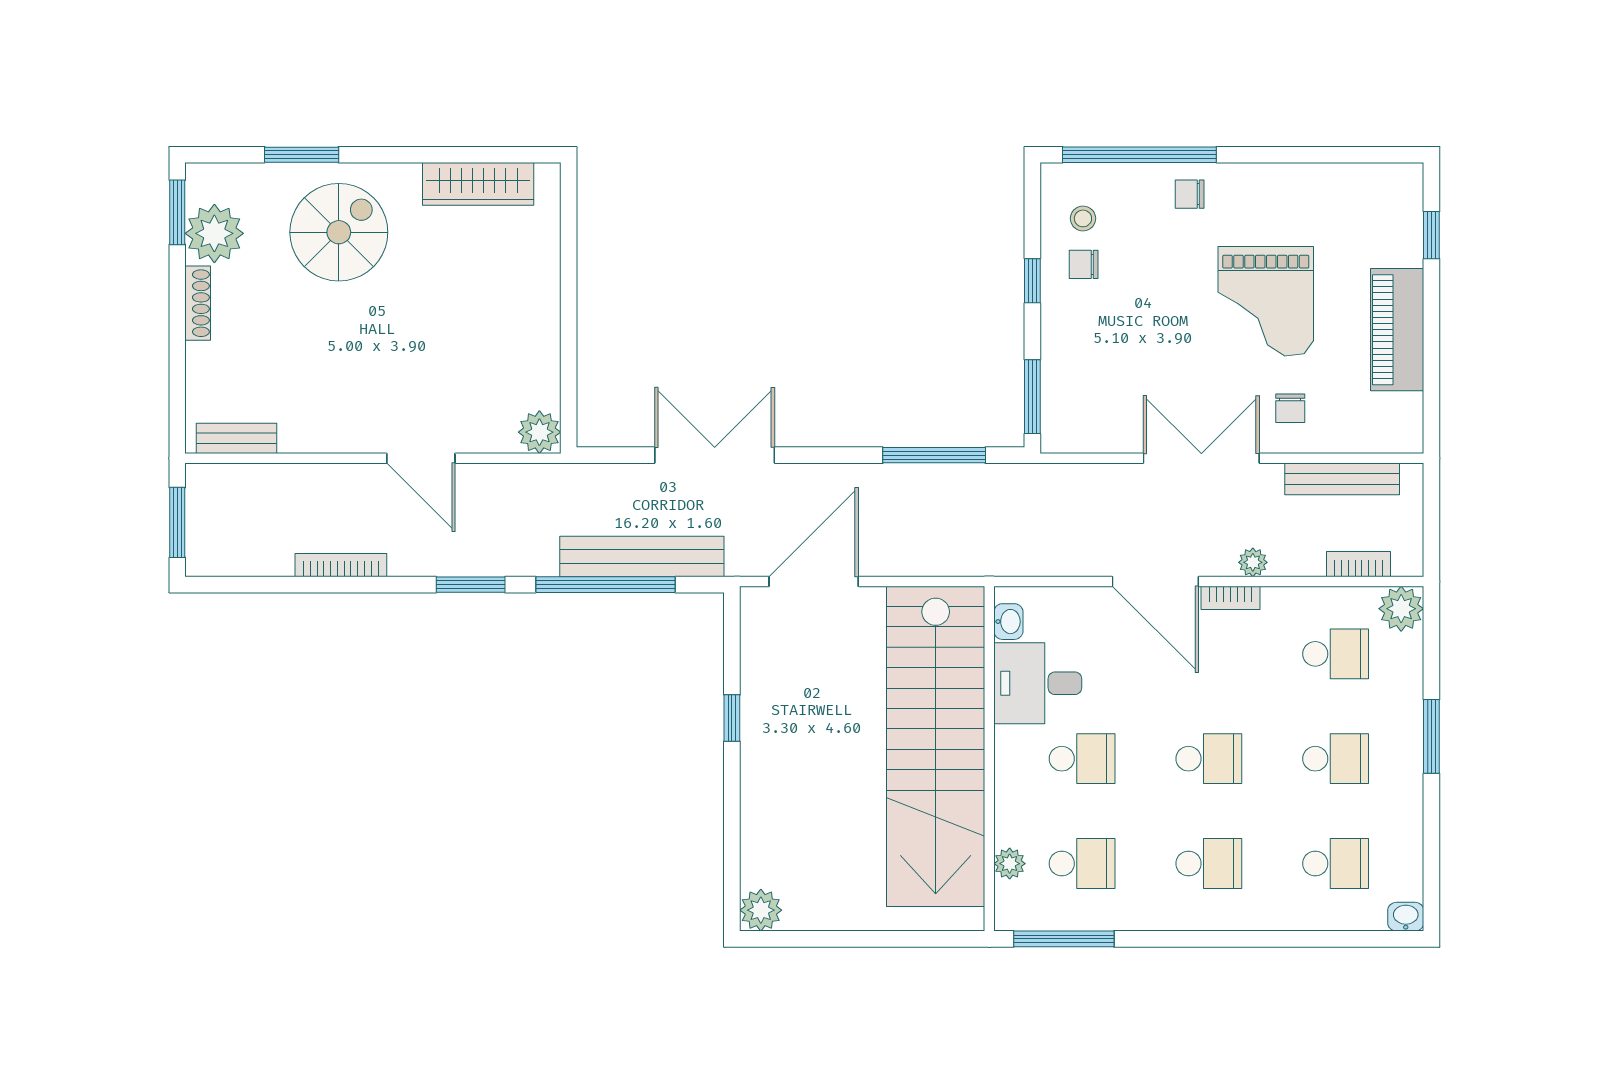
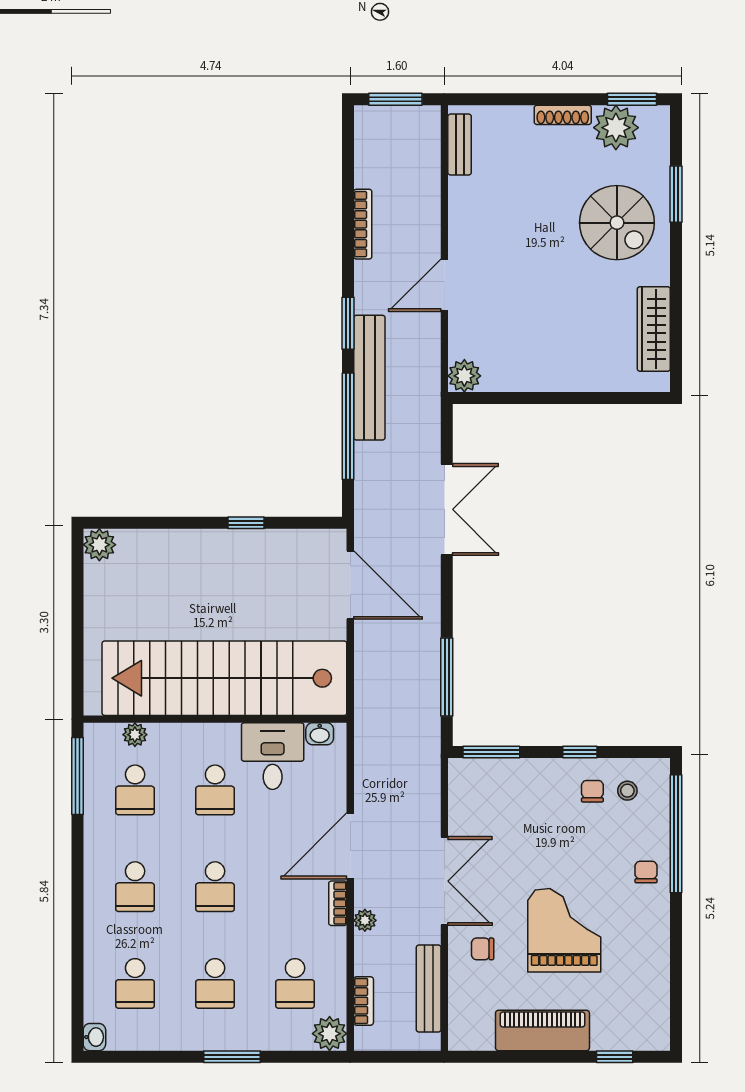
grand piano: (1266, 301) -> (564, 930), turned 90
bench: (642, 556) -> (369, 378), moved

